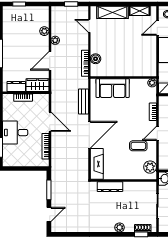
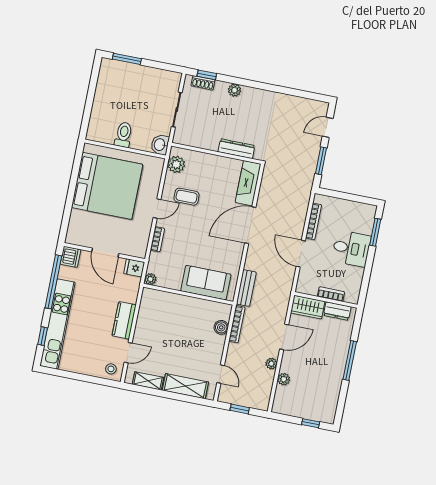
bench: (83, 102) -> (246, 288), moved

